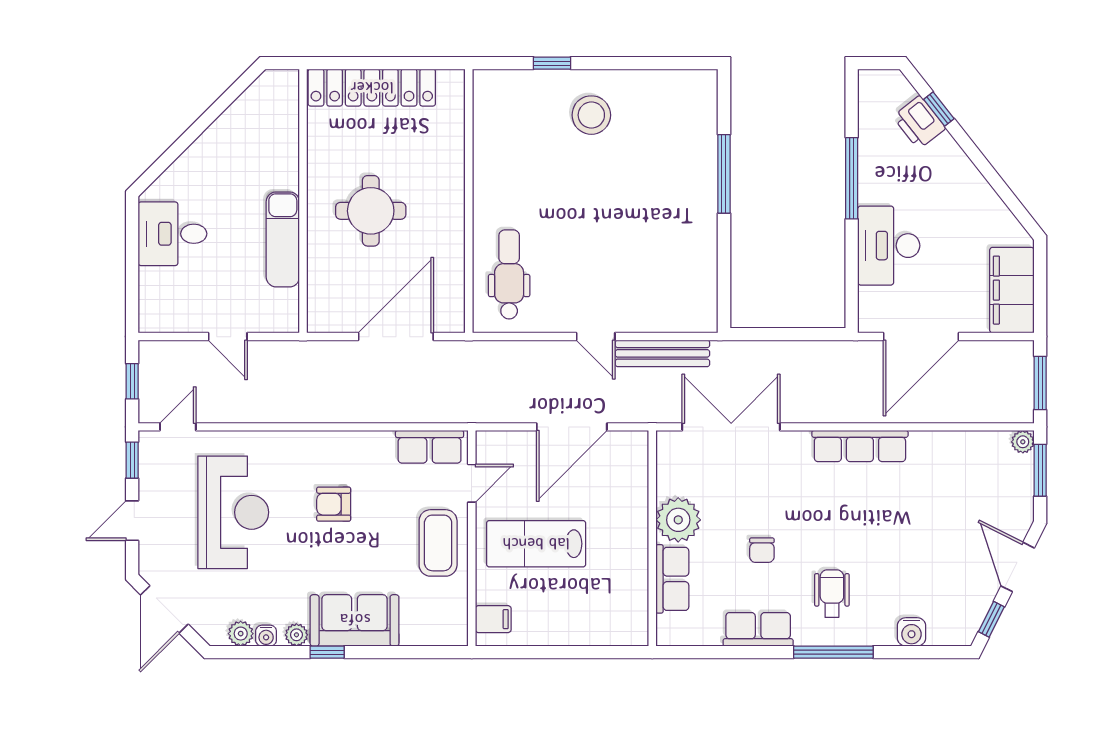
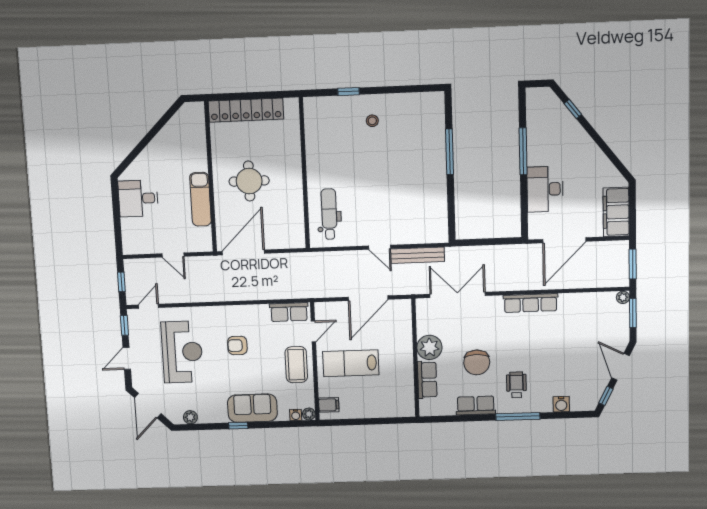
stool: (591, 115) -> (372, 121), width x0.53, depth x0.53
printer: (919, 122) -> (562, 117), removed
door: (396, 337) -> (243, 252), moved
chair: (762, 550) -> (477, 362), width x1.87, depth x1.87
plant: (296, 635) -> (309, 414), moved
water cooler: (266, 636) -> (296, 415), moved

